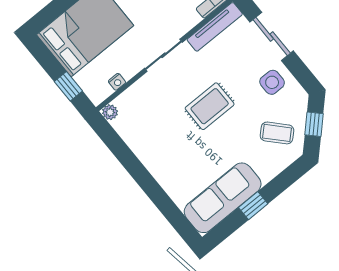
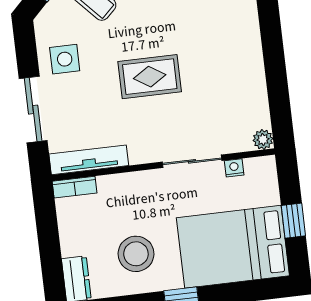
sliding door: (163, 55) -> (192, 161), moved
window: (68, 86) -> (293, 221), moved

